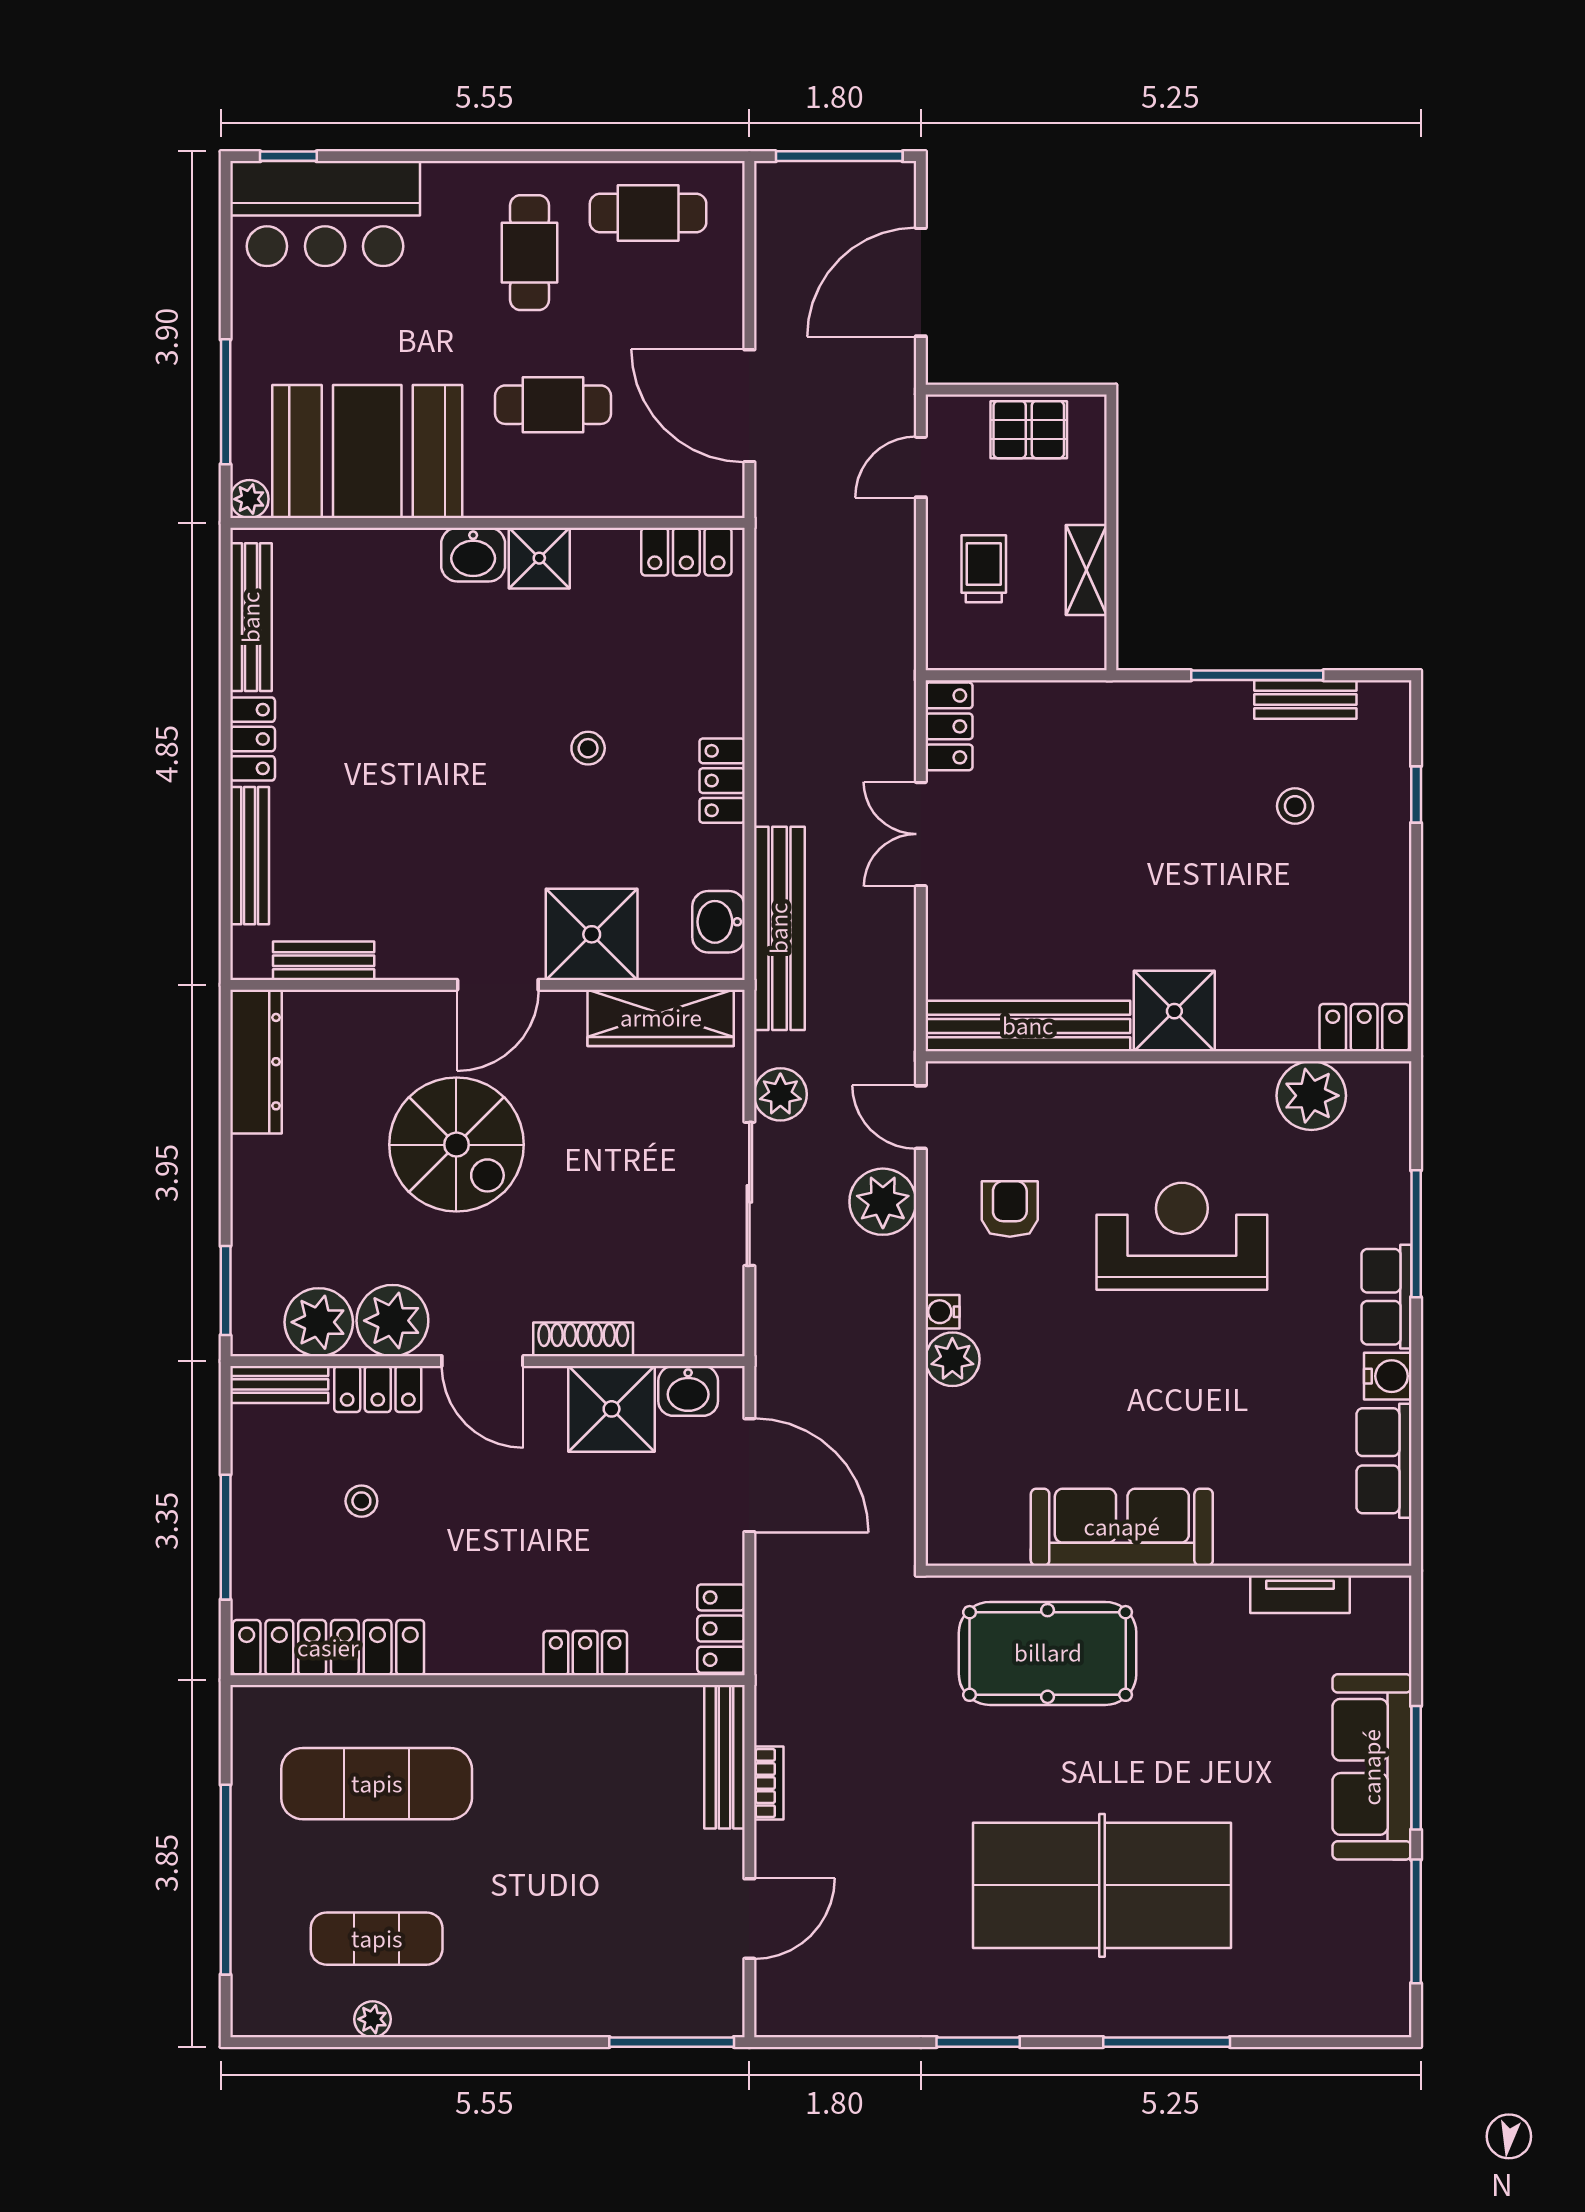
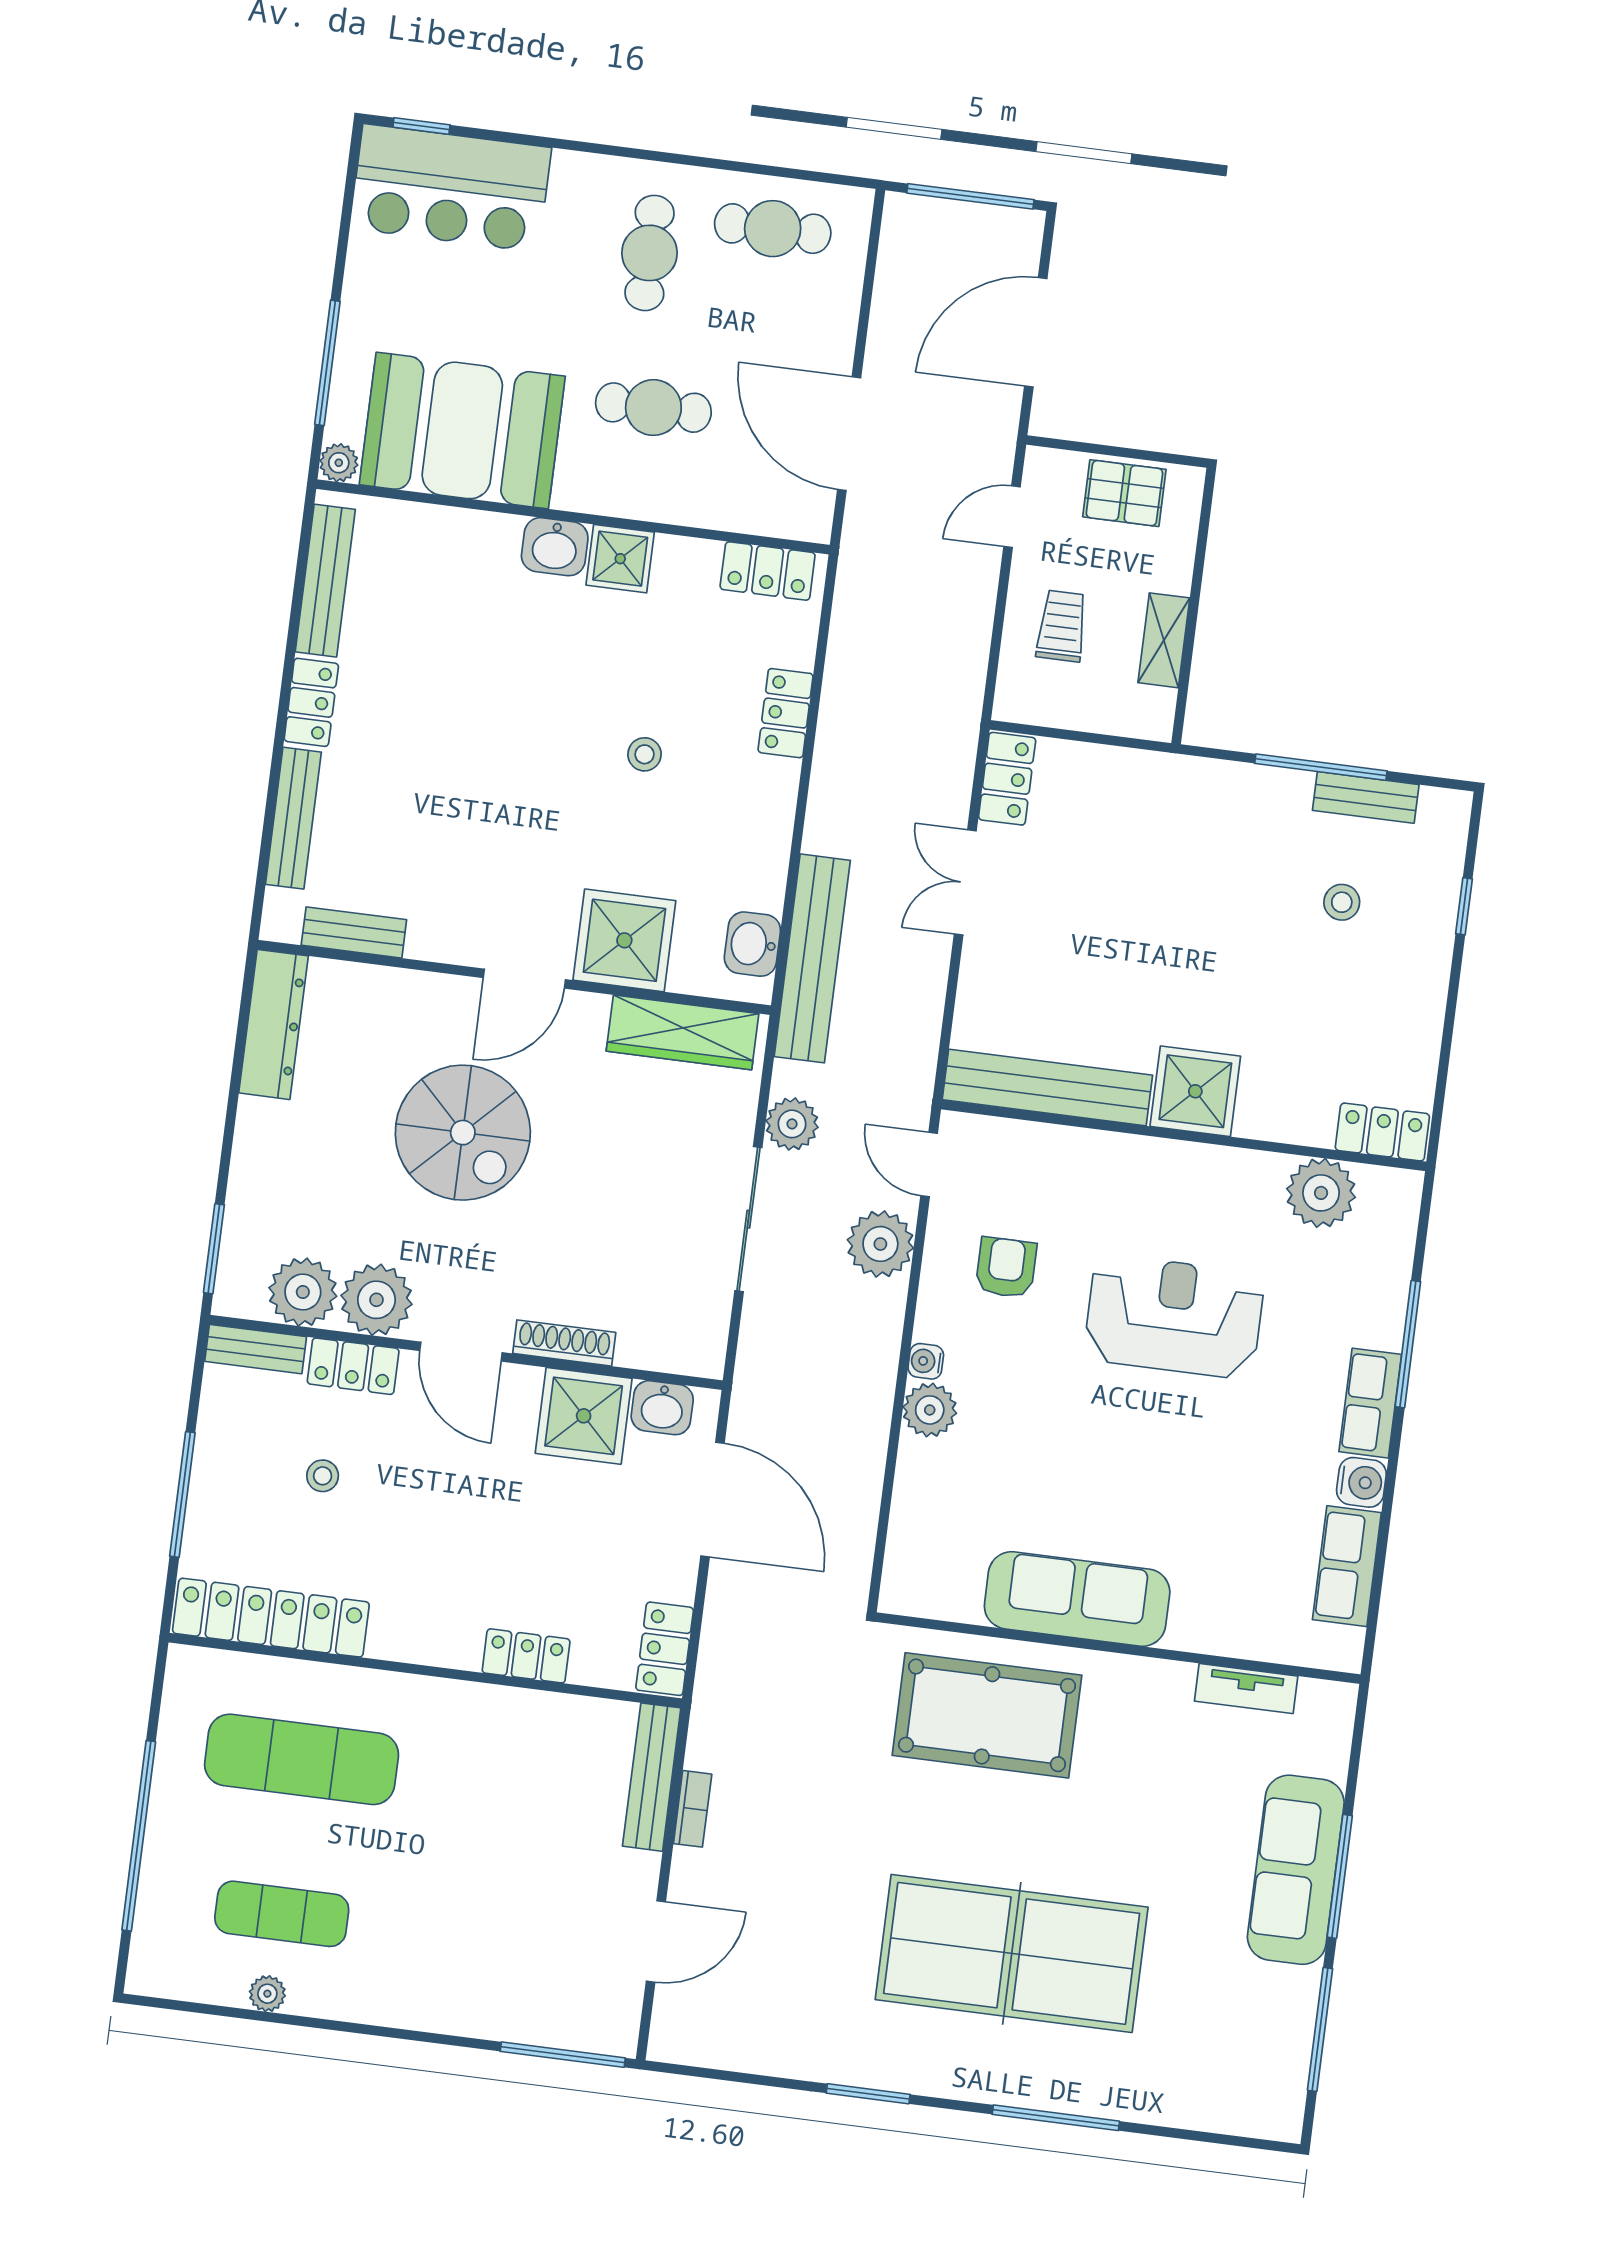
locker: (722, 781) -> (786, 713), moved

